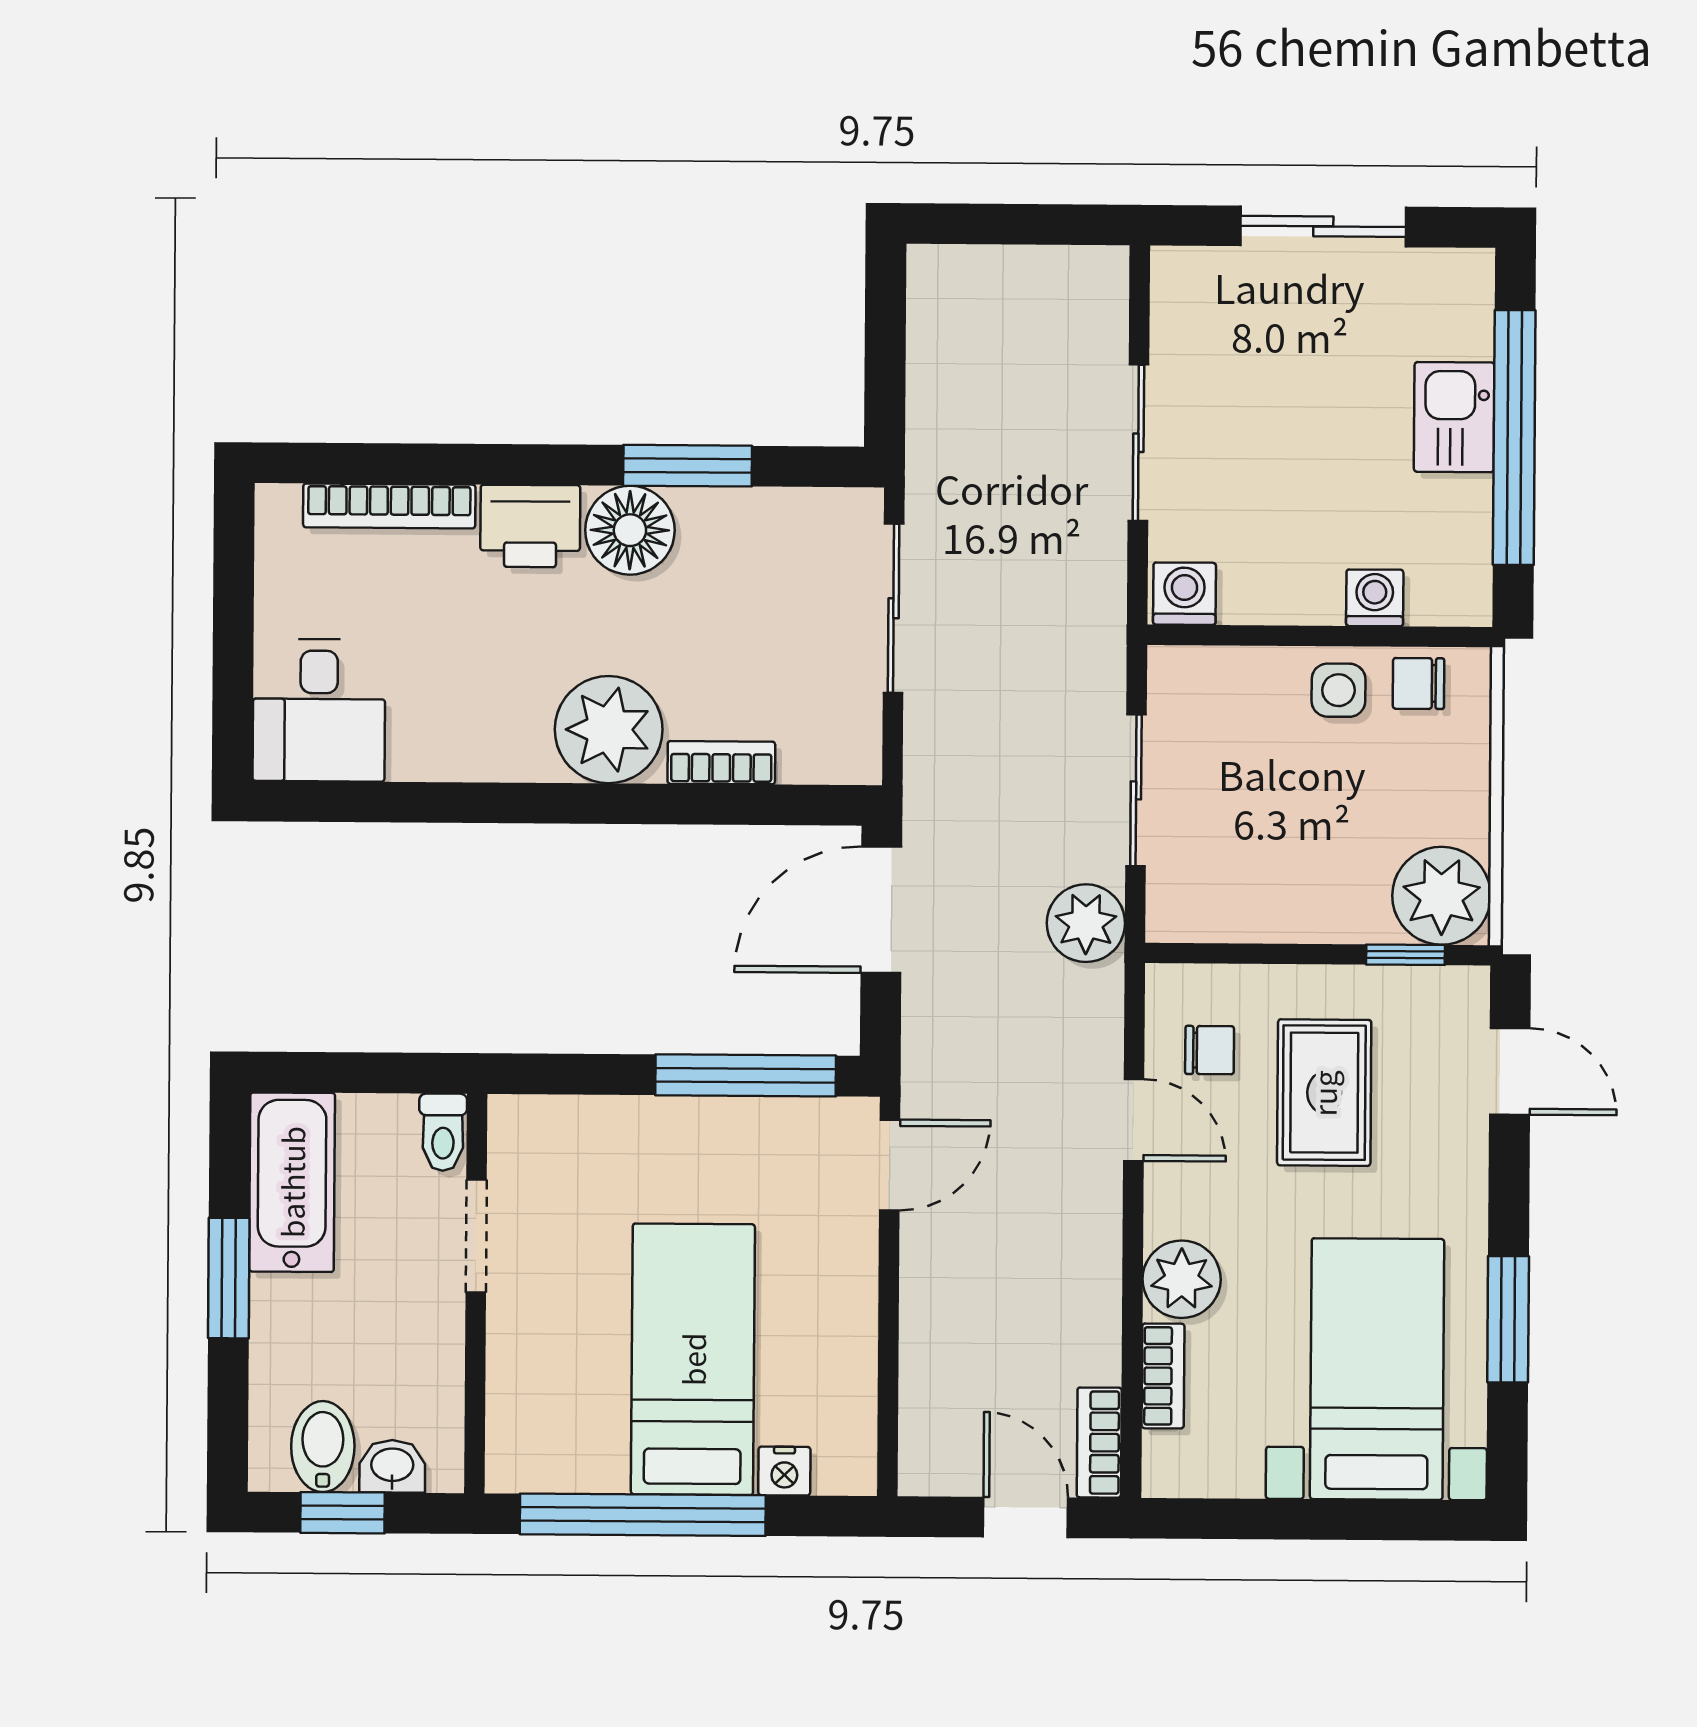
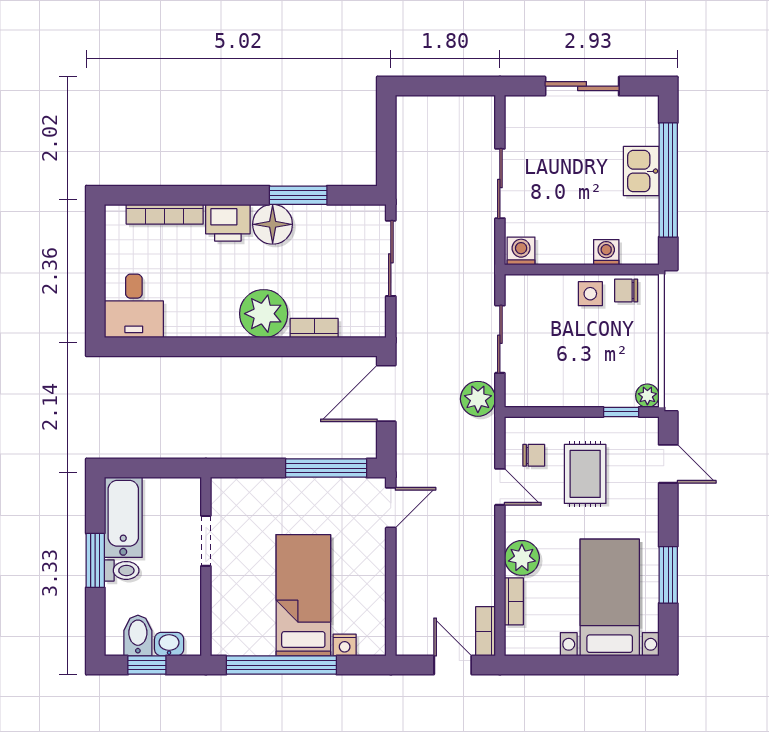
plant: (1442, 896) -> (647, 396), width x0.53, depth x0.53
toilet: (443, 1132) -> (122, 570), moved, turned -90

